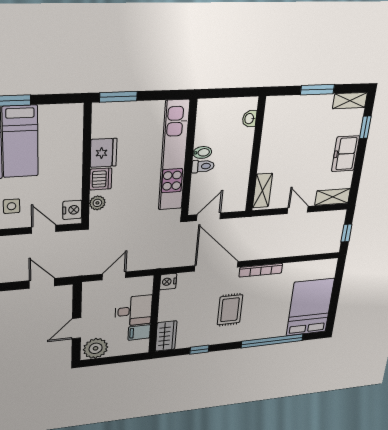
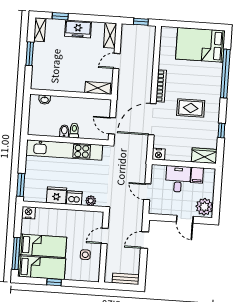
nightstand: (72, 210) -> (28, 213), moved

